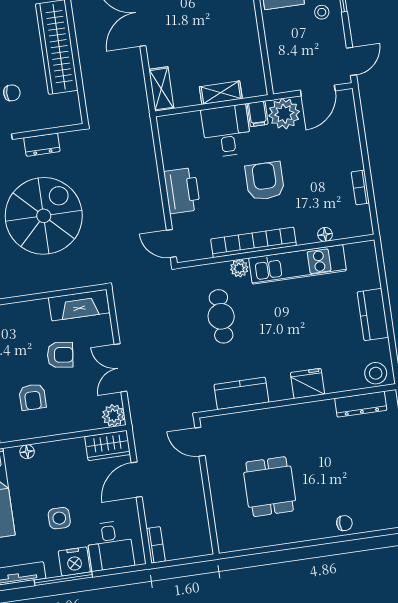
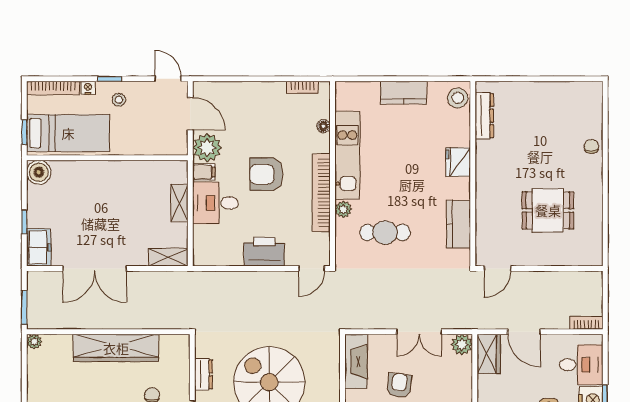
bookcase: (360, 187) -> (302, 87), moved

